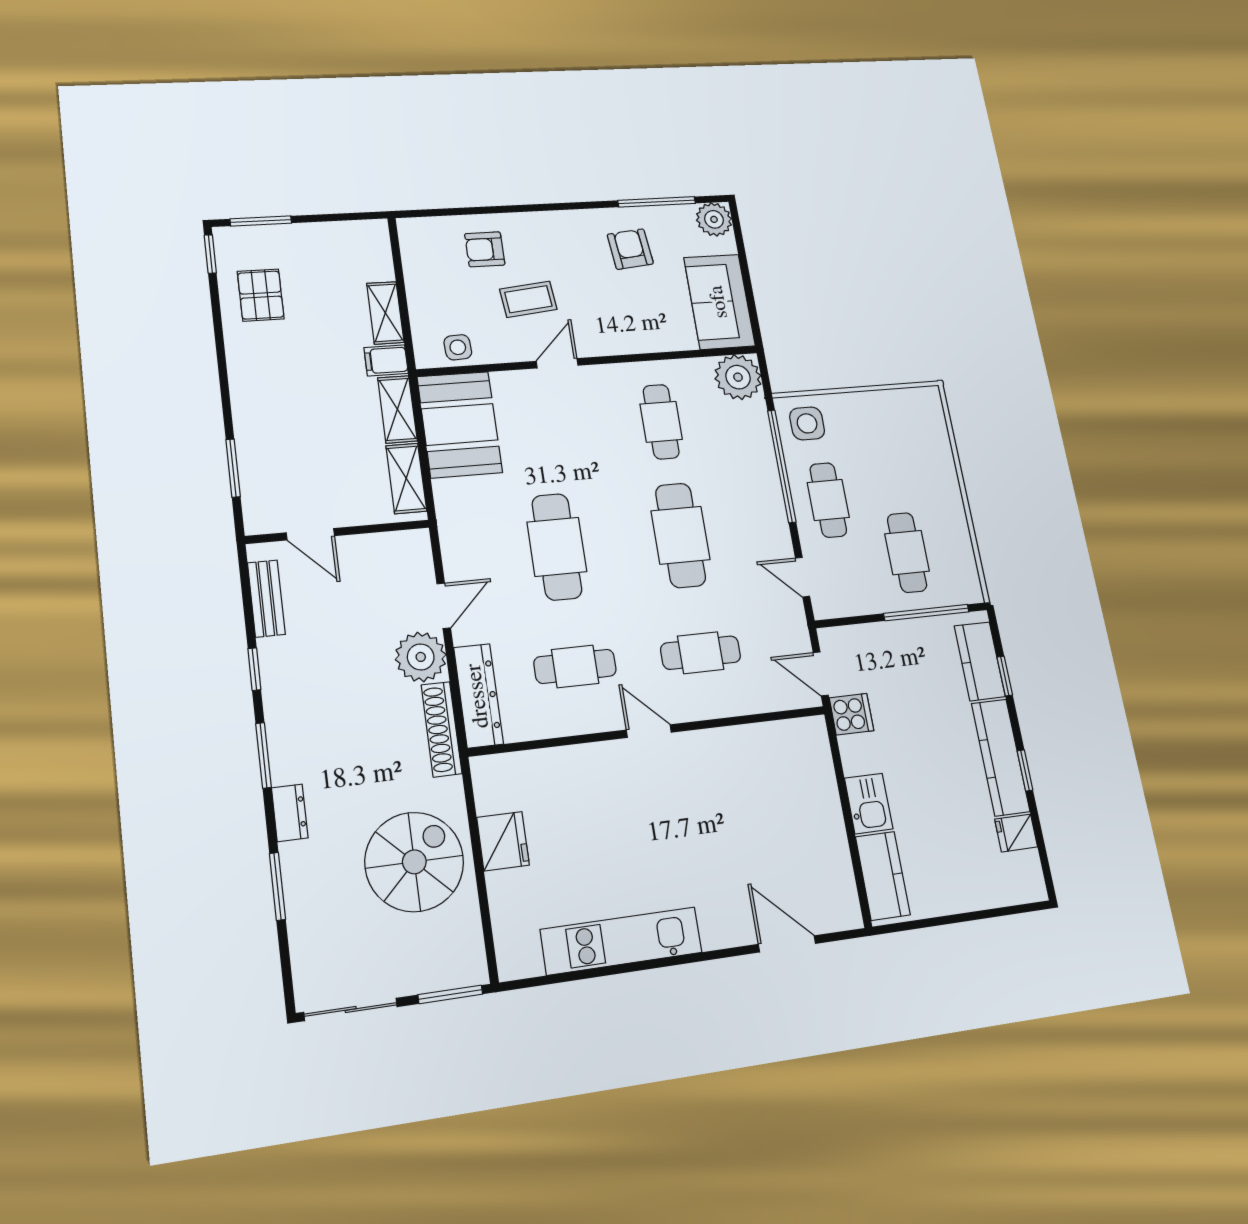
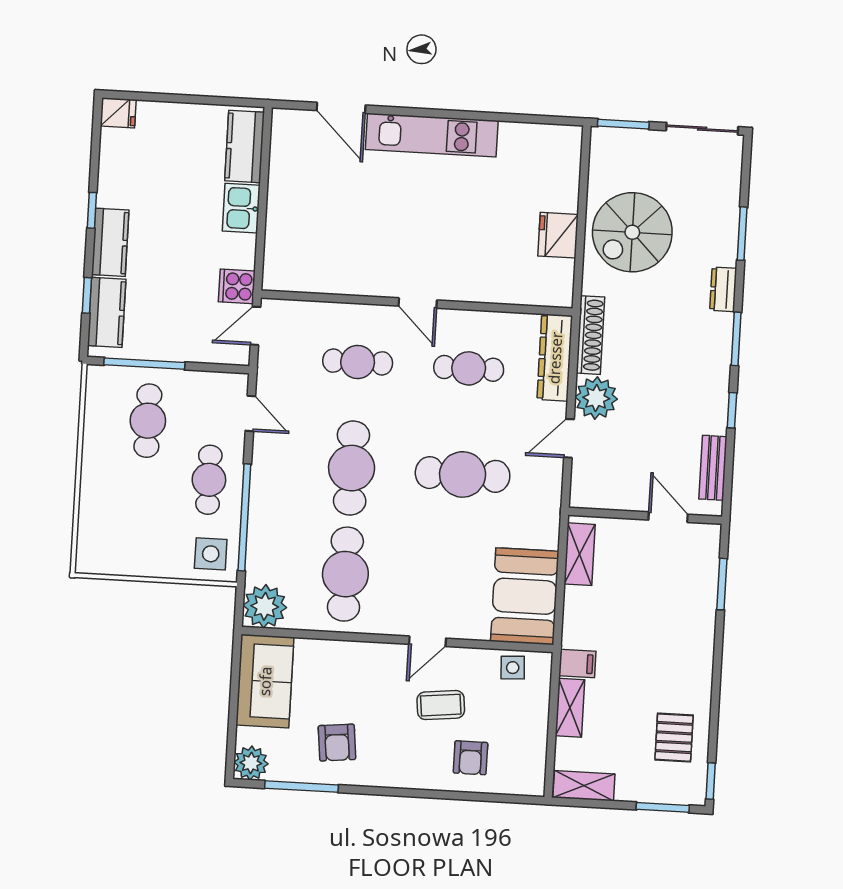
armchair: (485, 249) -> (470, 758), turned 90
shelving: (397, 409) -> (584, 786), moved, turned 90
cafe table: (661, 422) -> (345, 574), width x1.37, depth x1.35
cafe table: (557, 547) -> (463, 474), turned 90
door: (821, 674) -> (255, 326), swing flipped
kitchen counter: (1000, 757) -> (110, 242), width x0.67
fridge: (1016, 833) -> (118, 113), moved
kitchen unit: (621, 941) -> (432, 135), moved

